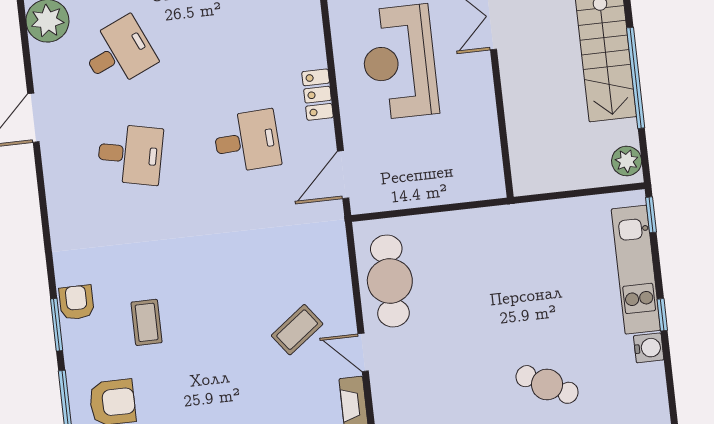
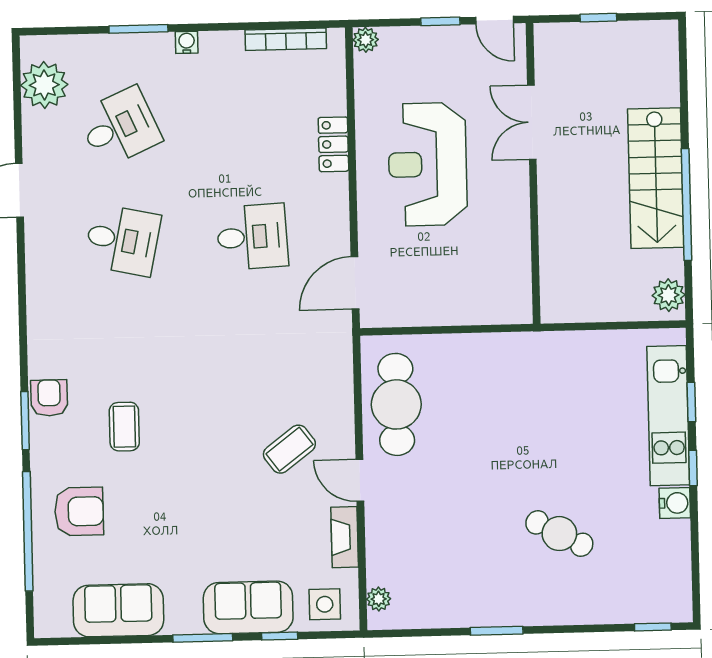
locker: (318, 95) -> (333, 144), moved
window: (651, 215) -> (691, 402), moved

